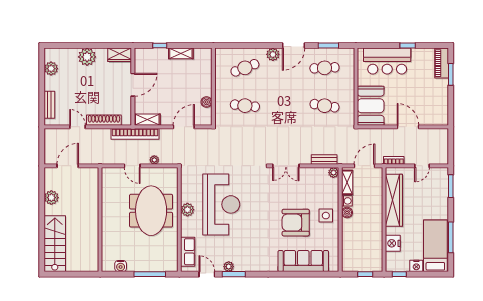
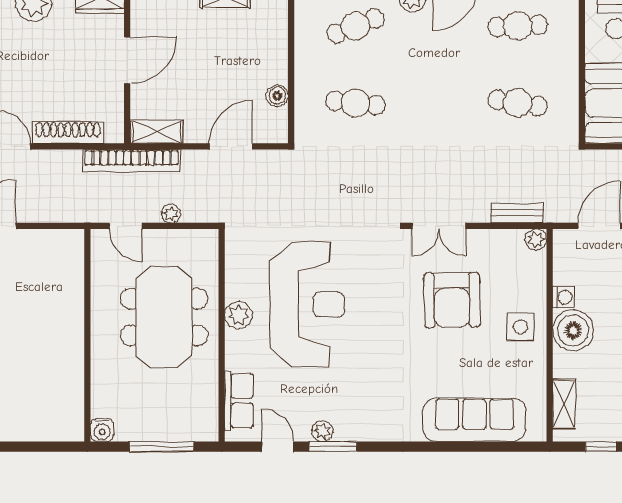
shelving: (347, 182) -> (564, 404), moved
boiler: (347, 213) -> (573, 330), width x1.86, depth x1.86
wall: (100, 220) -> (87, 335), moved
armchair: (296, 223) -> (452, 300), moved, turned -91

